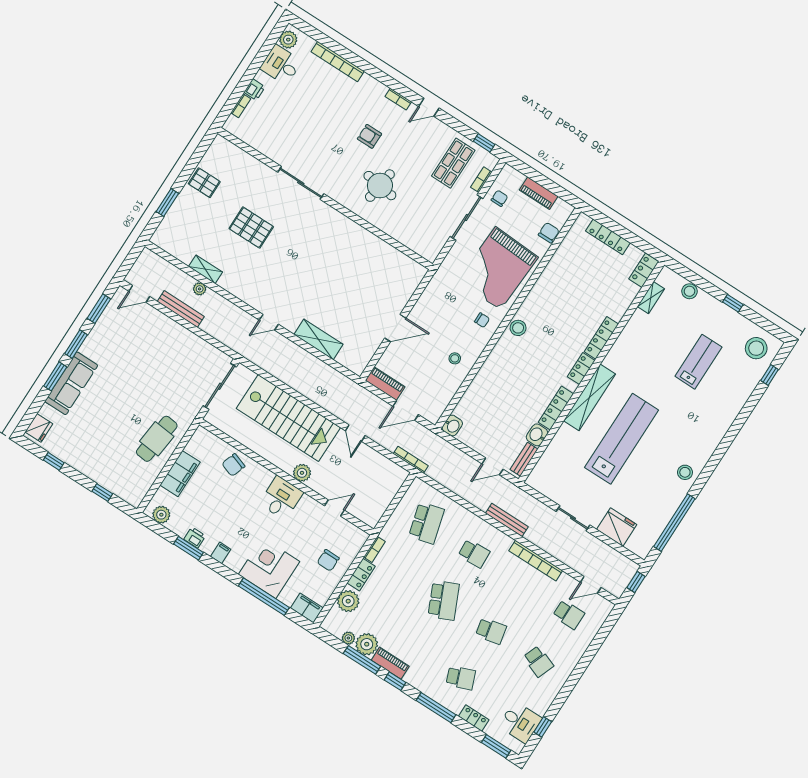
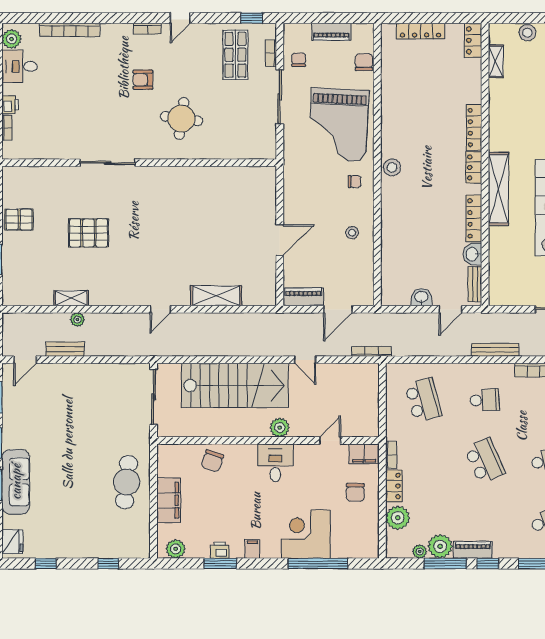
bench: (181, 309) -> (65, 349), width x0.73
washbasin: (452, 426) -> (421, 297), moved, turned -90
filing cabinet: (307, 608) -> (364, 454), moved, turned 180

